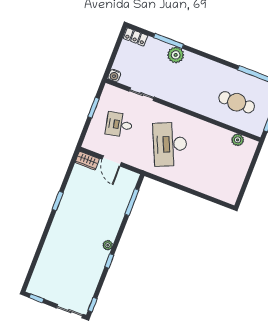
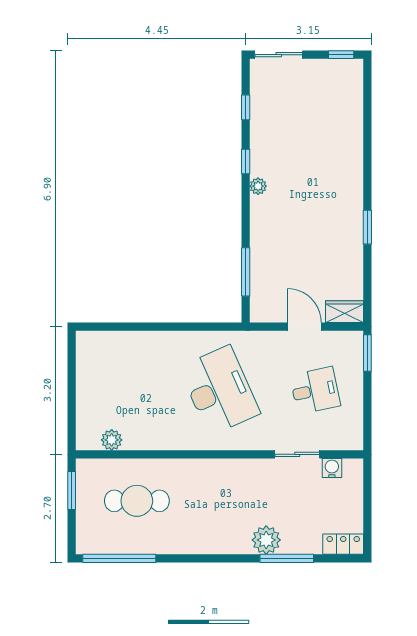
water cooler: (114, 75) -> (332, 468), moved
window: (94, 108) -> (367, 353), moved
window: (93, 305) -> (246, 107), moved

